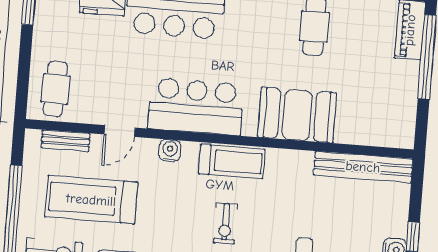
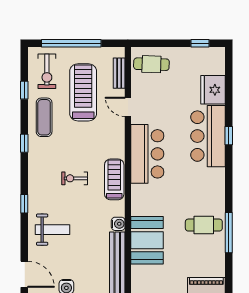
booth: (297, 115) -> (147, 240), moved
water cooler: (170, 150) -> (118, 224), moved
treadmill: (232, 162) -> (114, 179), turned 180

